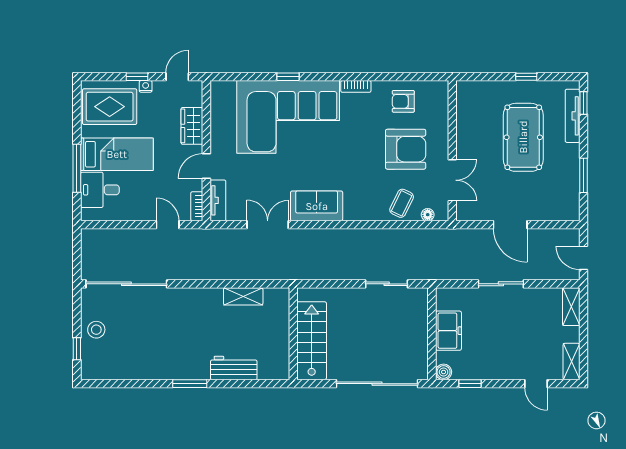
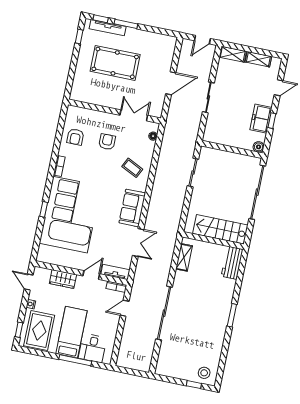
window: (137, 77) -> (19, 330), moved
window: (526, 77) -> (79, 37), moved
armchair: (406, 149) -> (107, 142), width x0.53, depth x0.53
door: (206, 166) -> (91, 275), swing flipped
window: (583, 175) -> (126, 24), moved
coffee table: (402, 203) -> (132, 168), moved
double door: (268, 225) -> (138, 243), swing flipped
sliding door: (126, 284) -> (164, 313), moved
shelving: (243, 296) -> (184, 257), moved
stool: (96, 330) -> (204, 373), moved
freezer: (448, 331) -> (261, 119), moved, turned -90
shelving: (572, 362) -> (258, 59), moved
workbench: (234, 368) -> (232, 263), moved
window: (470, 384) -> (272, 121), moved

